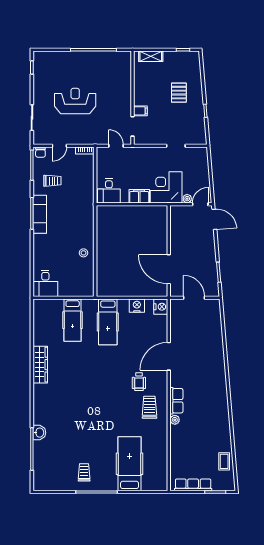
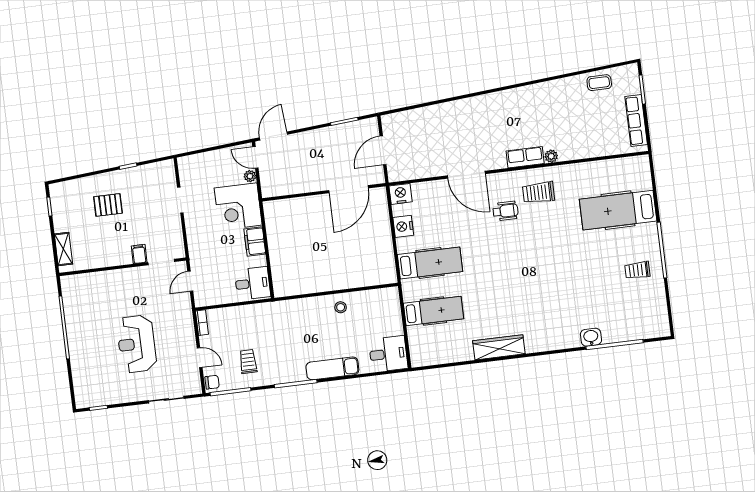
exam couch: (40, 214) -> (332, 368), moved

